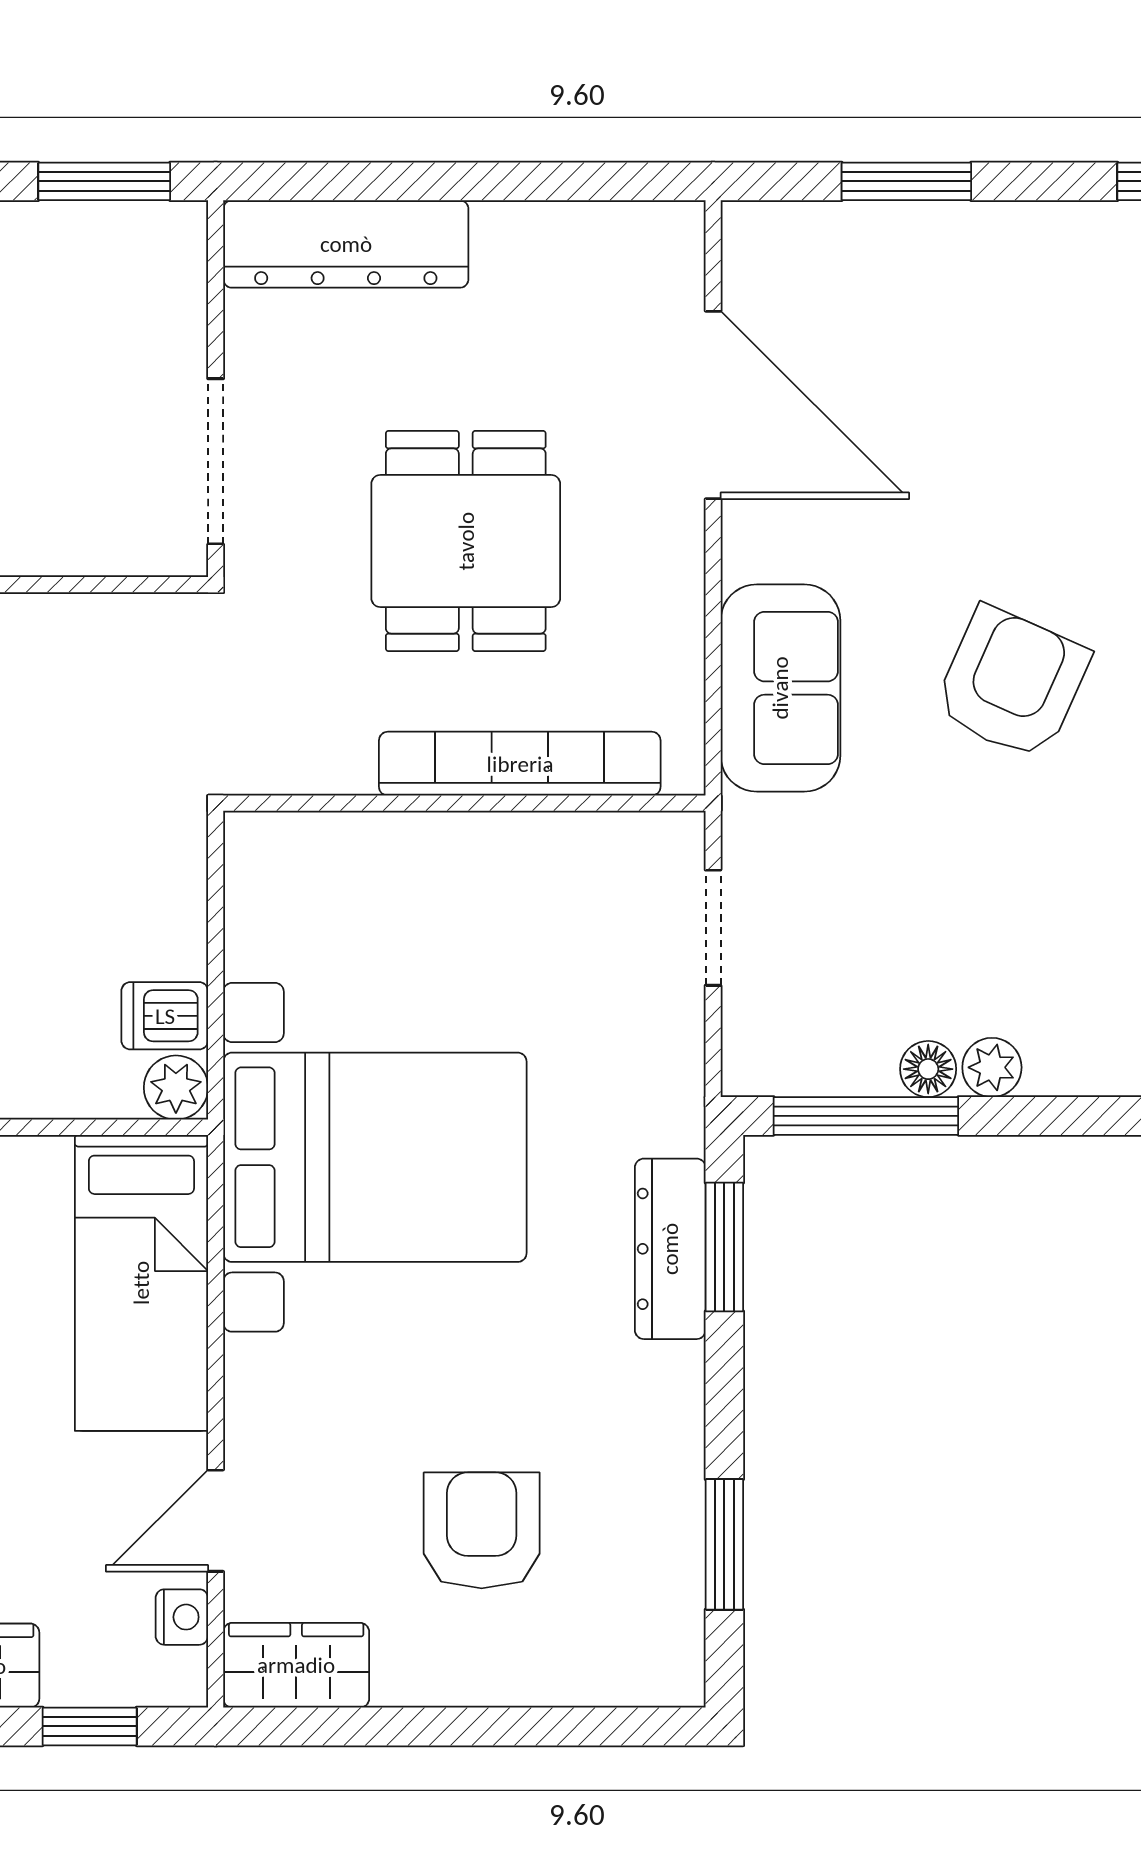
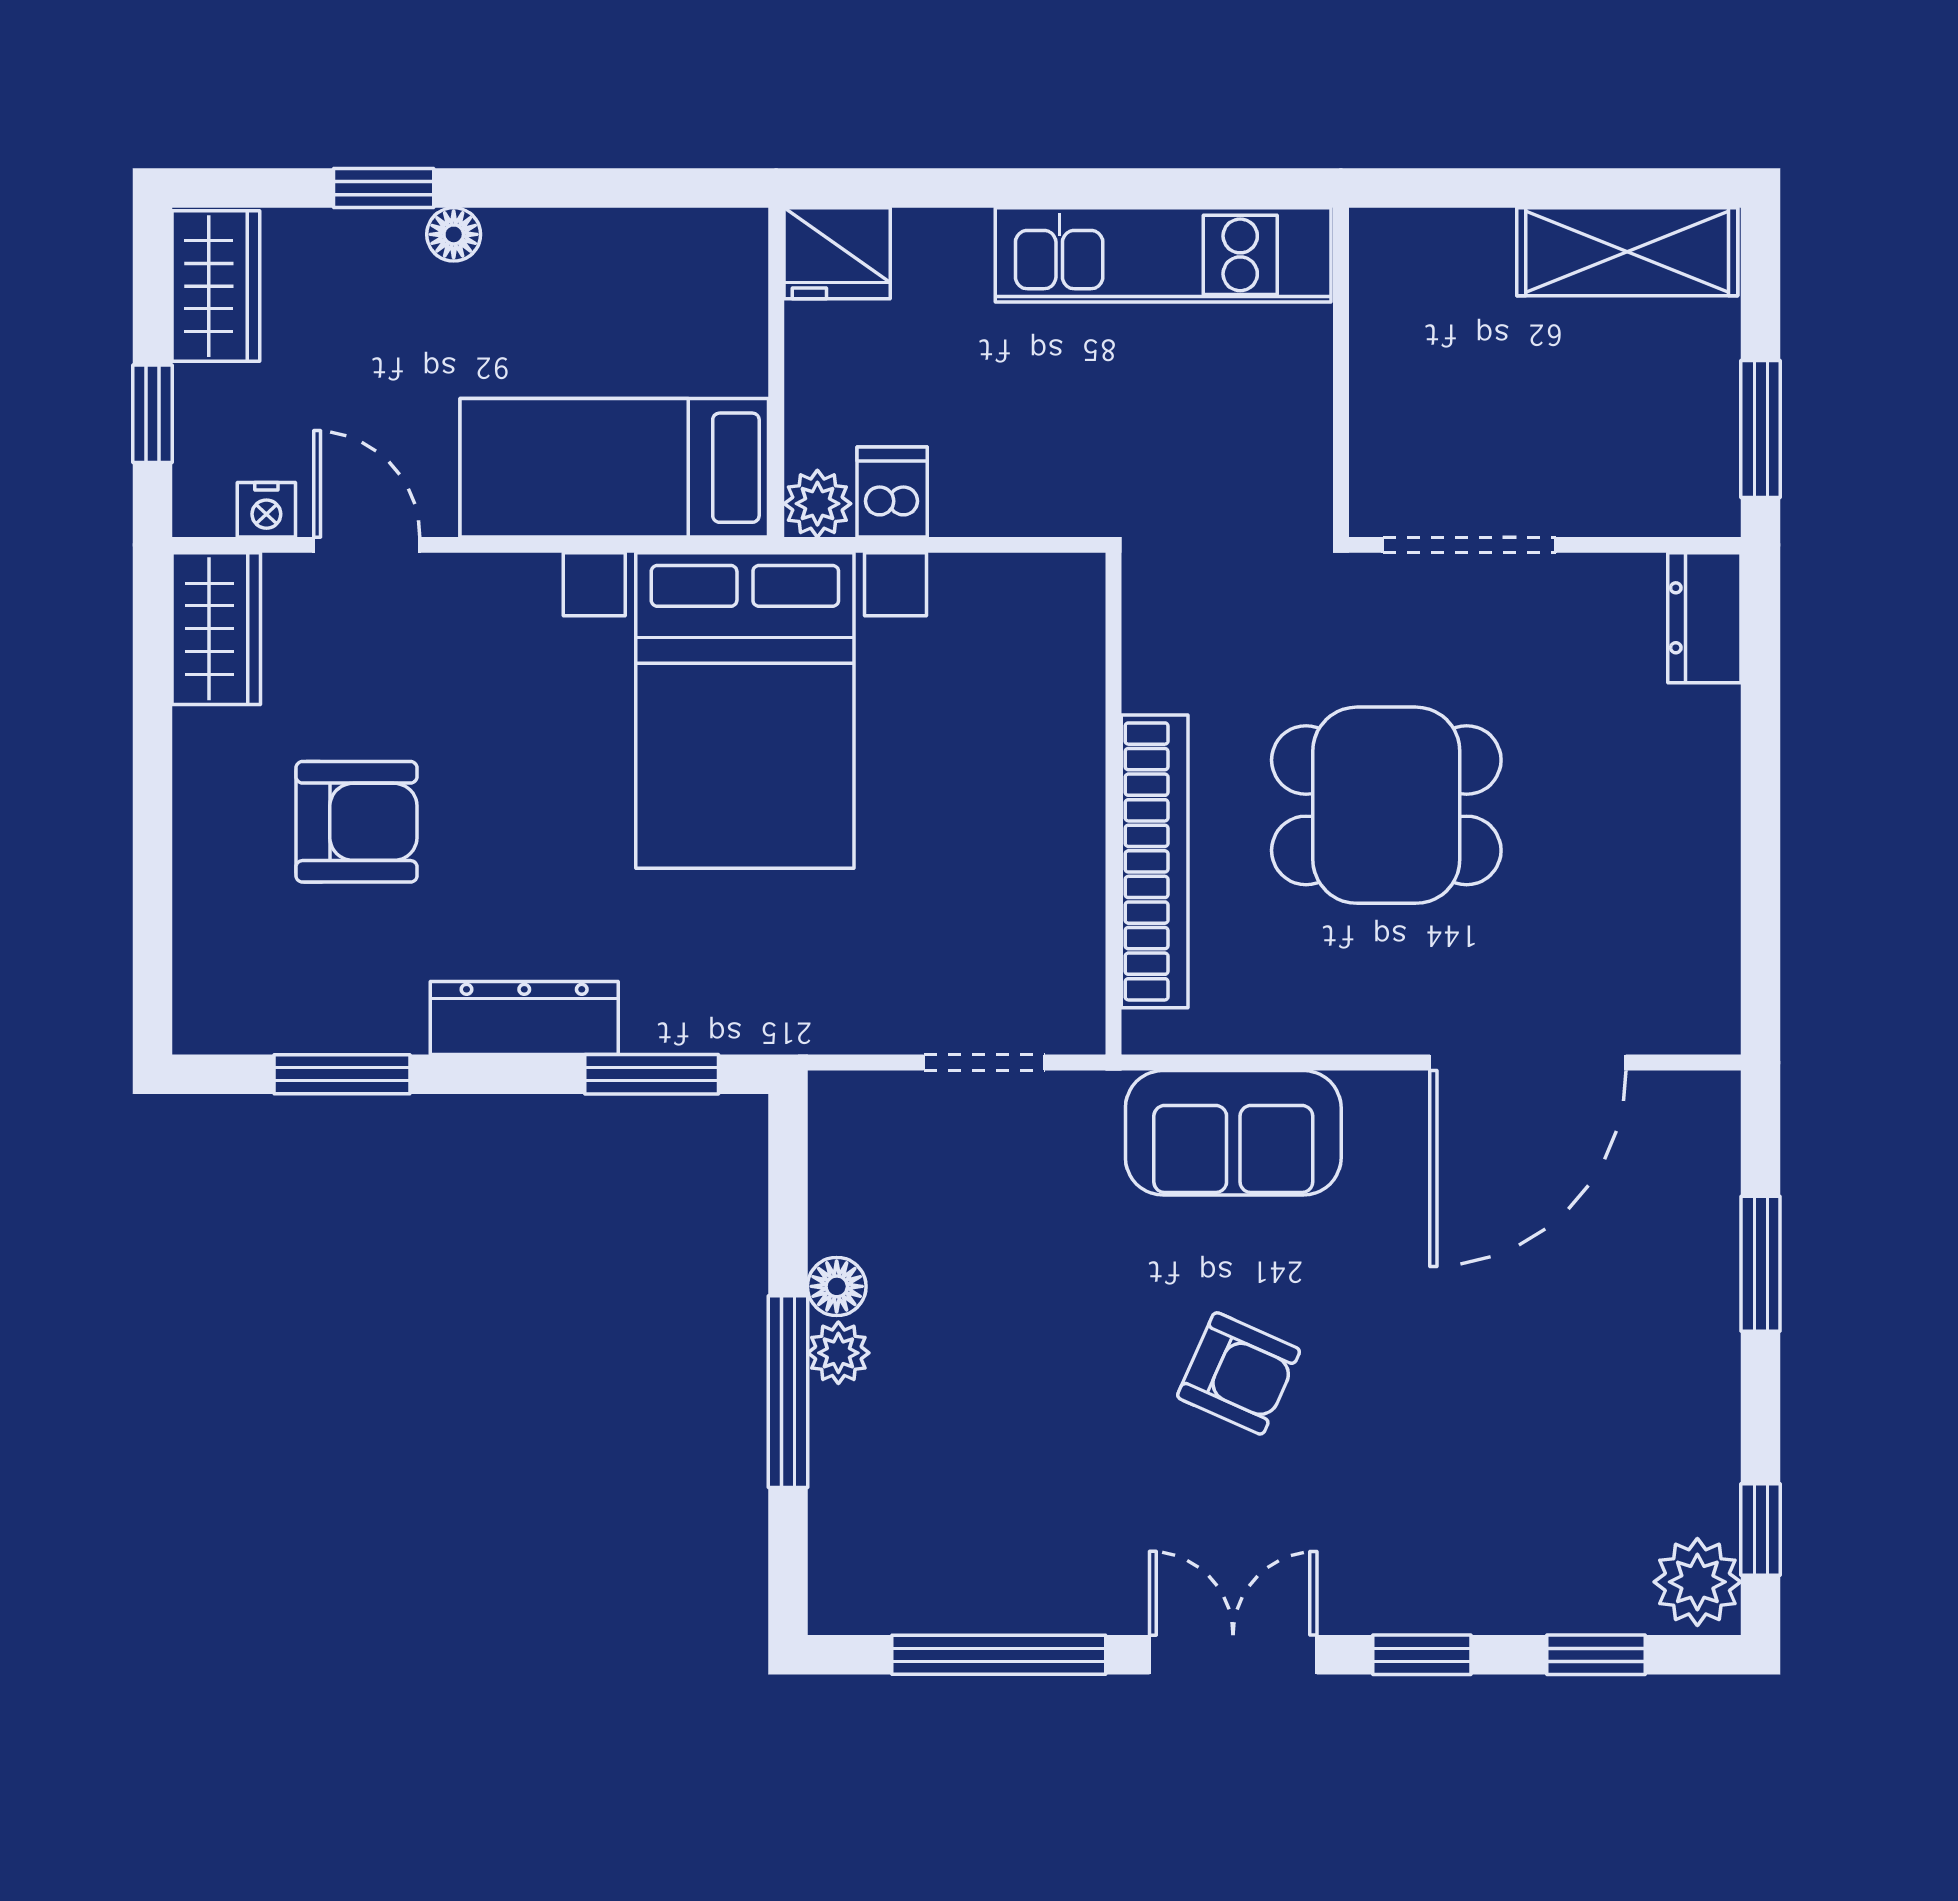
dresser: (346, 244) -> (1704, 618), width x0.51, depth x0.80
armchair: (1012, 683) -> (1239, 1373), width x0.72, depth x0.72
window: (866, 1116) -> (788, 1392), moved
dresser: (670, 1249) -> (524, 1018), moved

